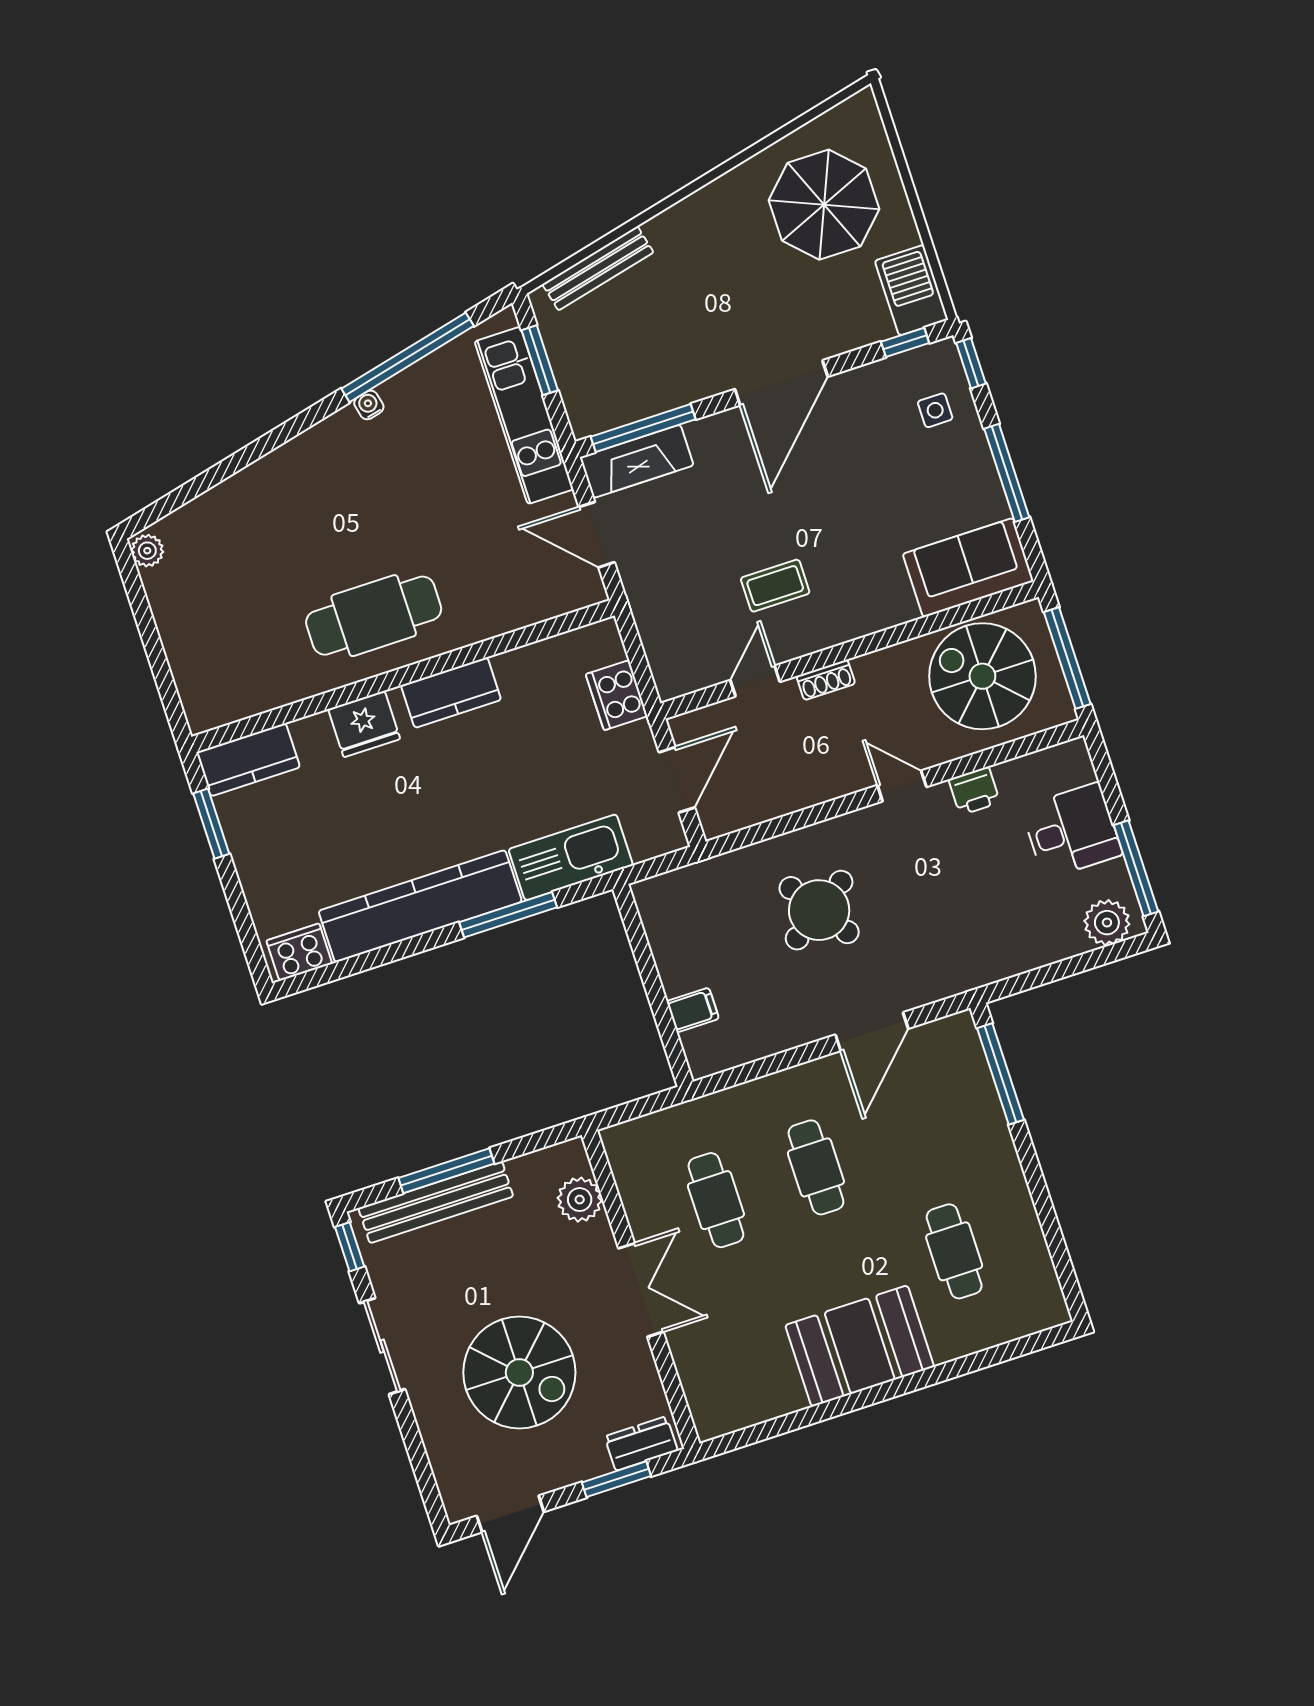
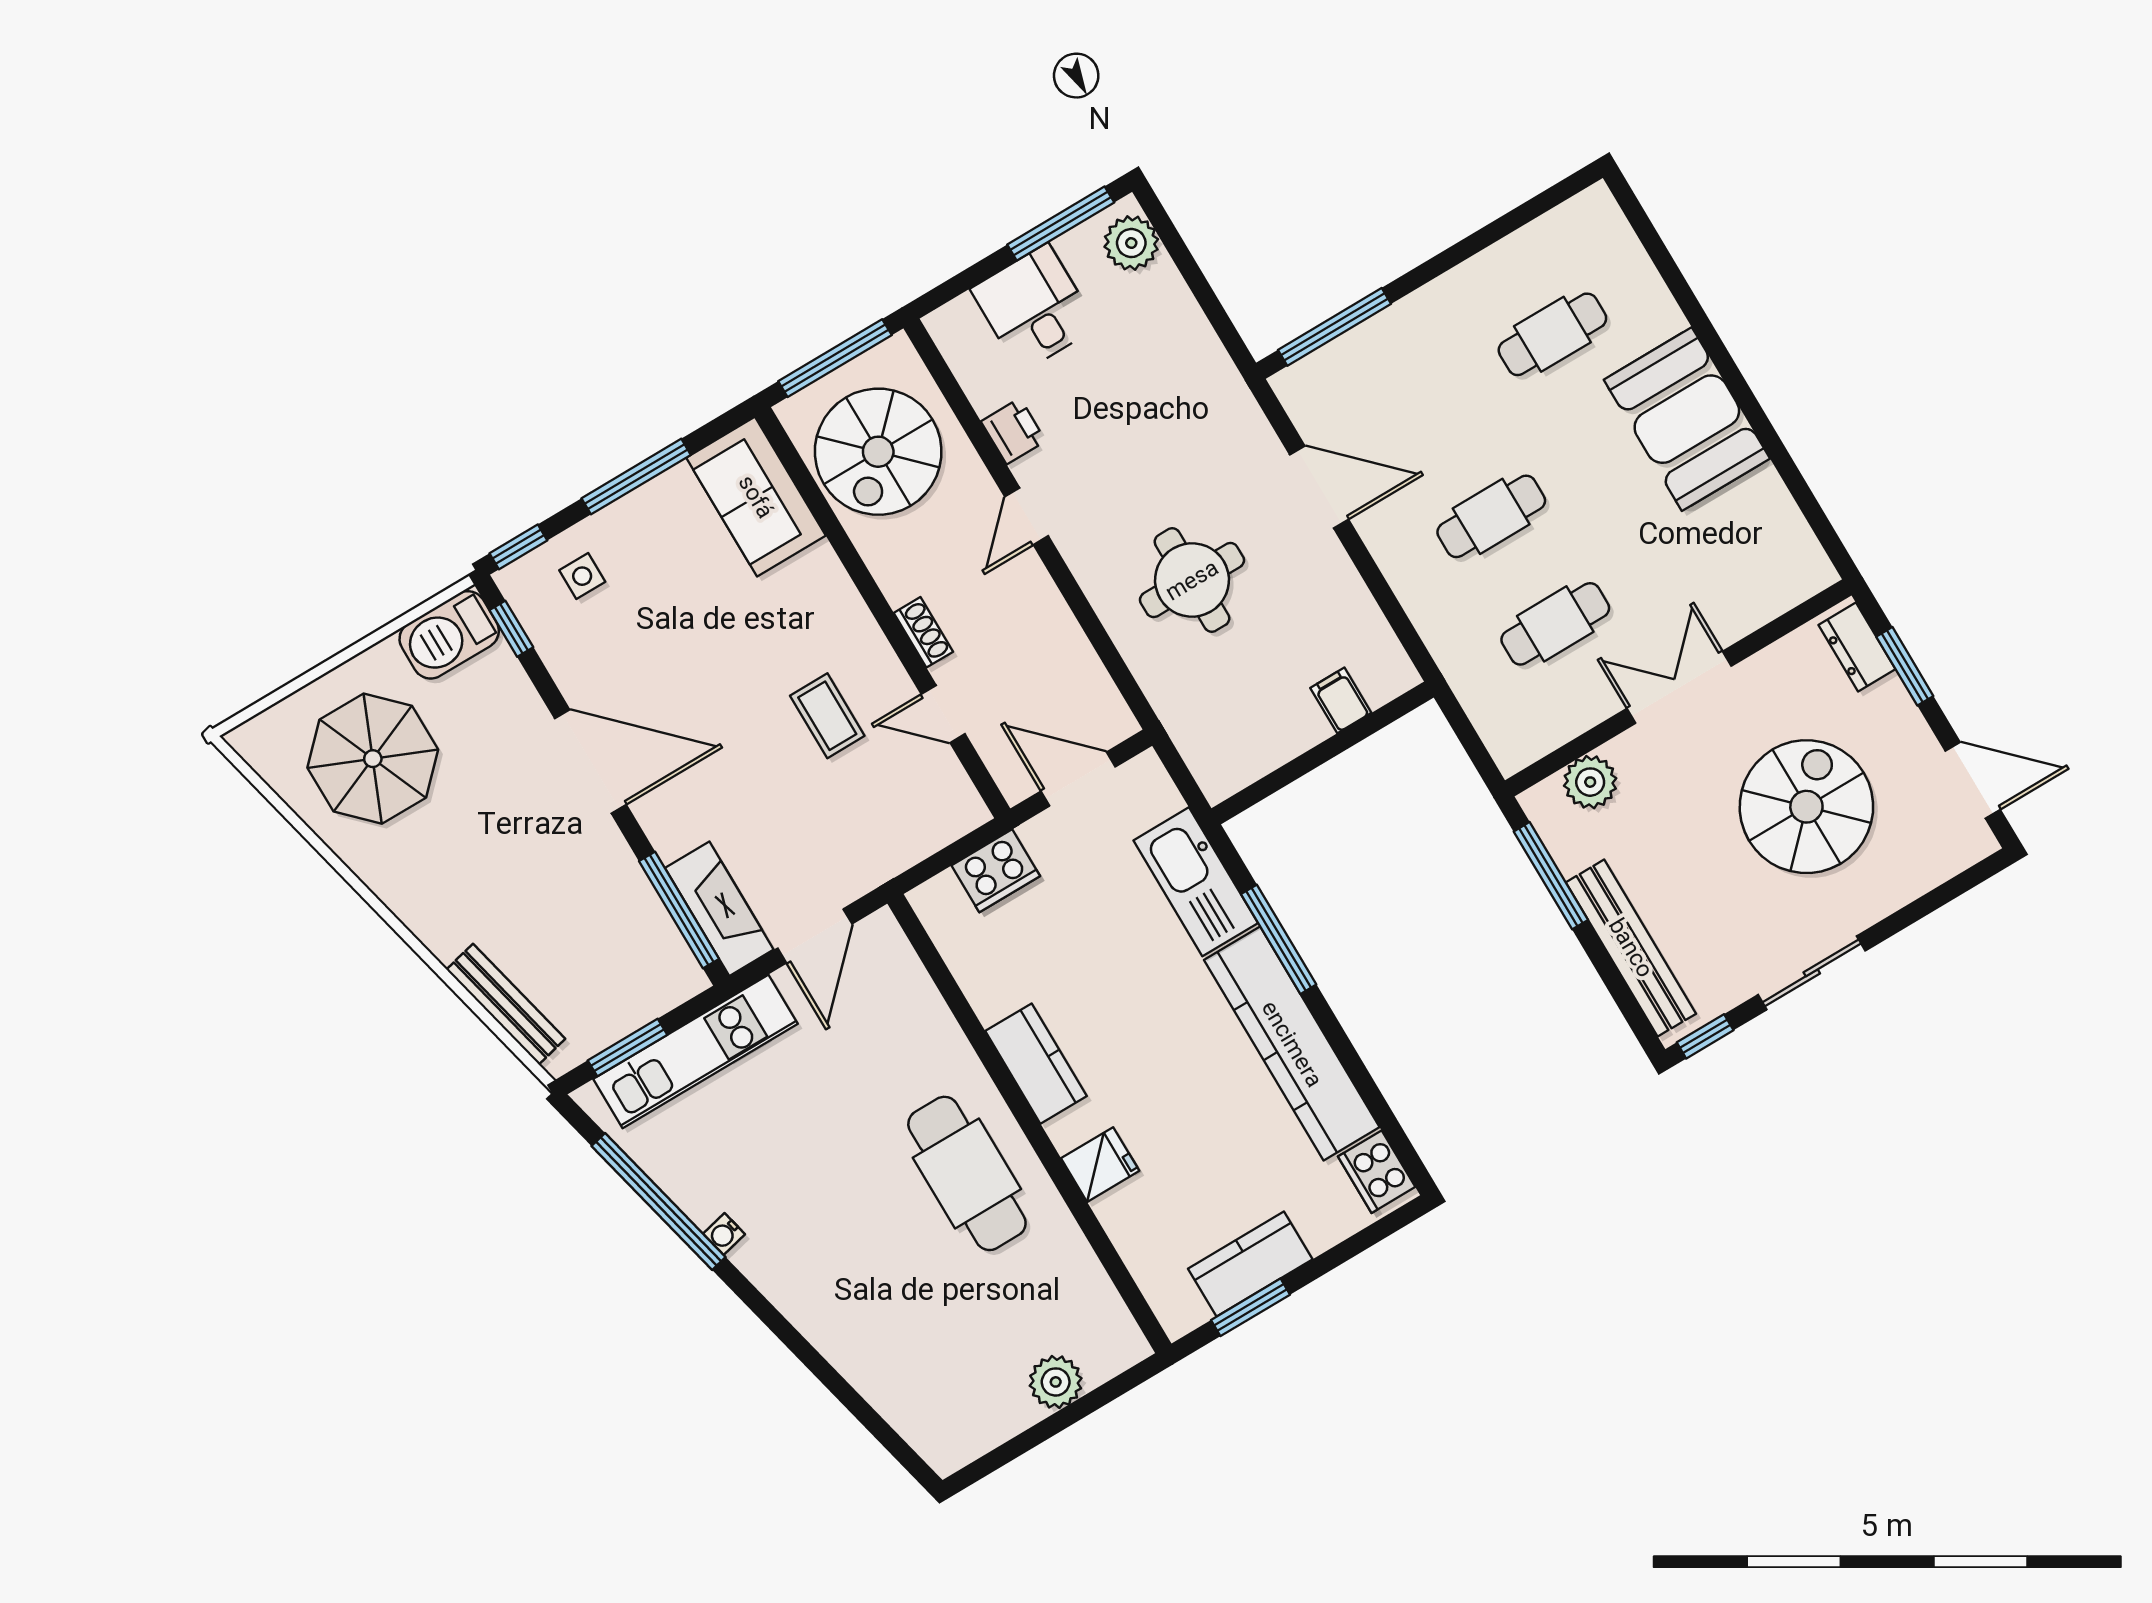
plant: (147, 551) -> (1056, 1382), moved, width x1.38, depth x1.38
fridge: (364, 724) -> (1100, 1165), width x0.72
kitchen counter: (248, 760) -> (1250, 1264), moved, turned -90
round table: (819, 910) -> (1192, 580), turned 34
window: (446, 1171) -> (1551, 876), moved

